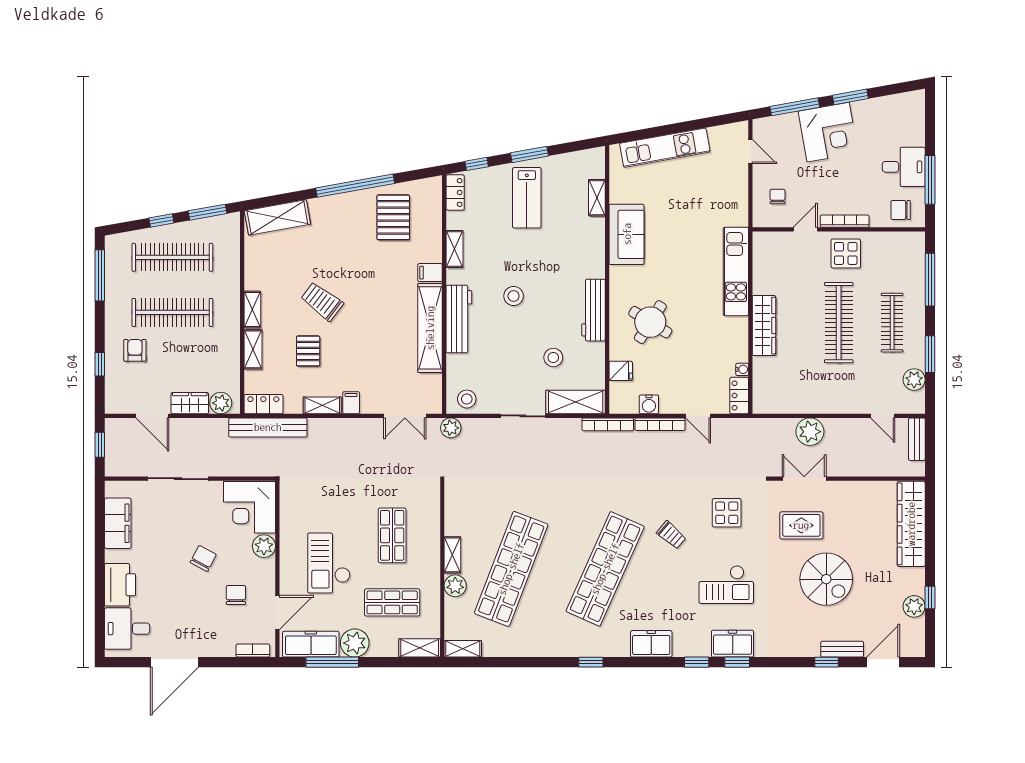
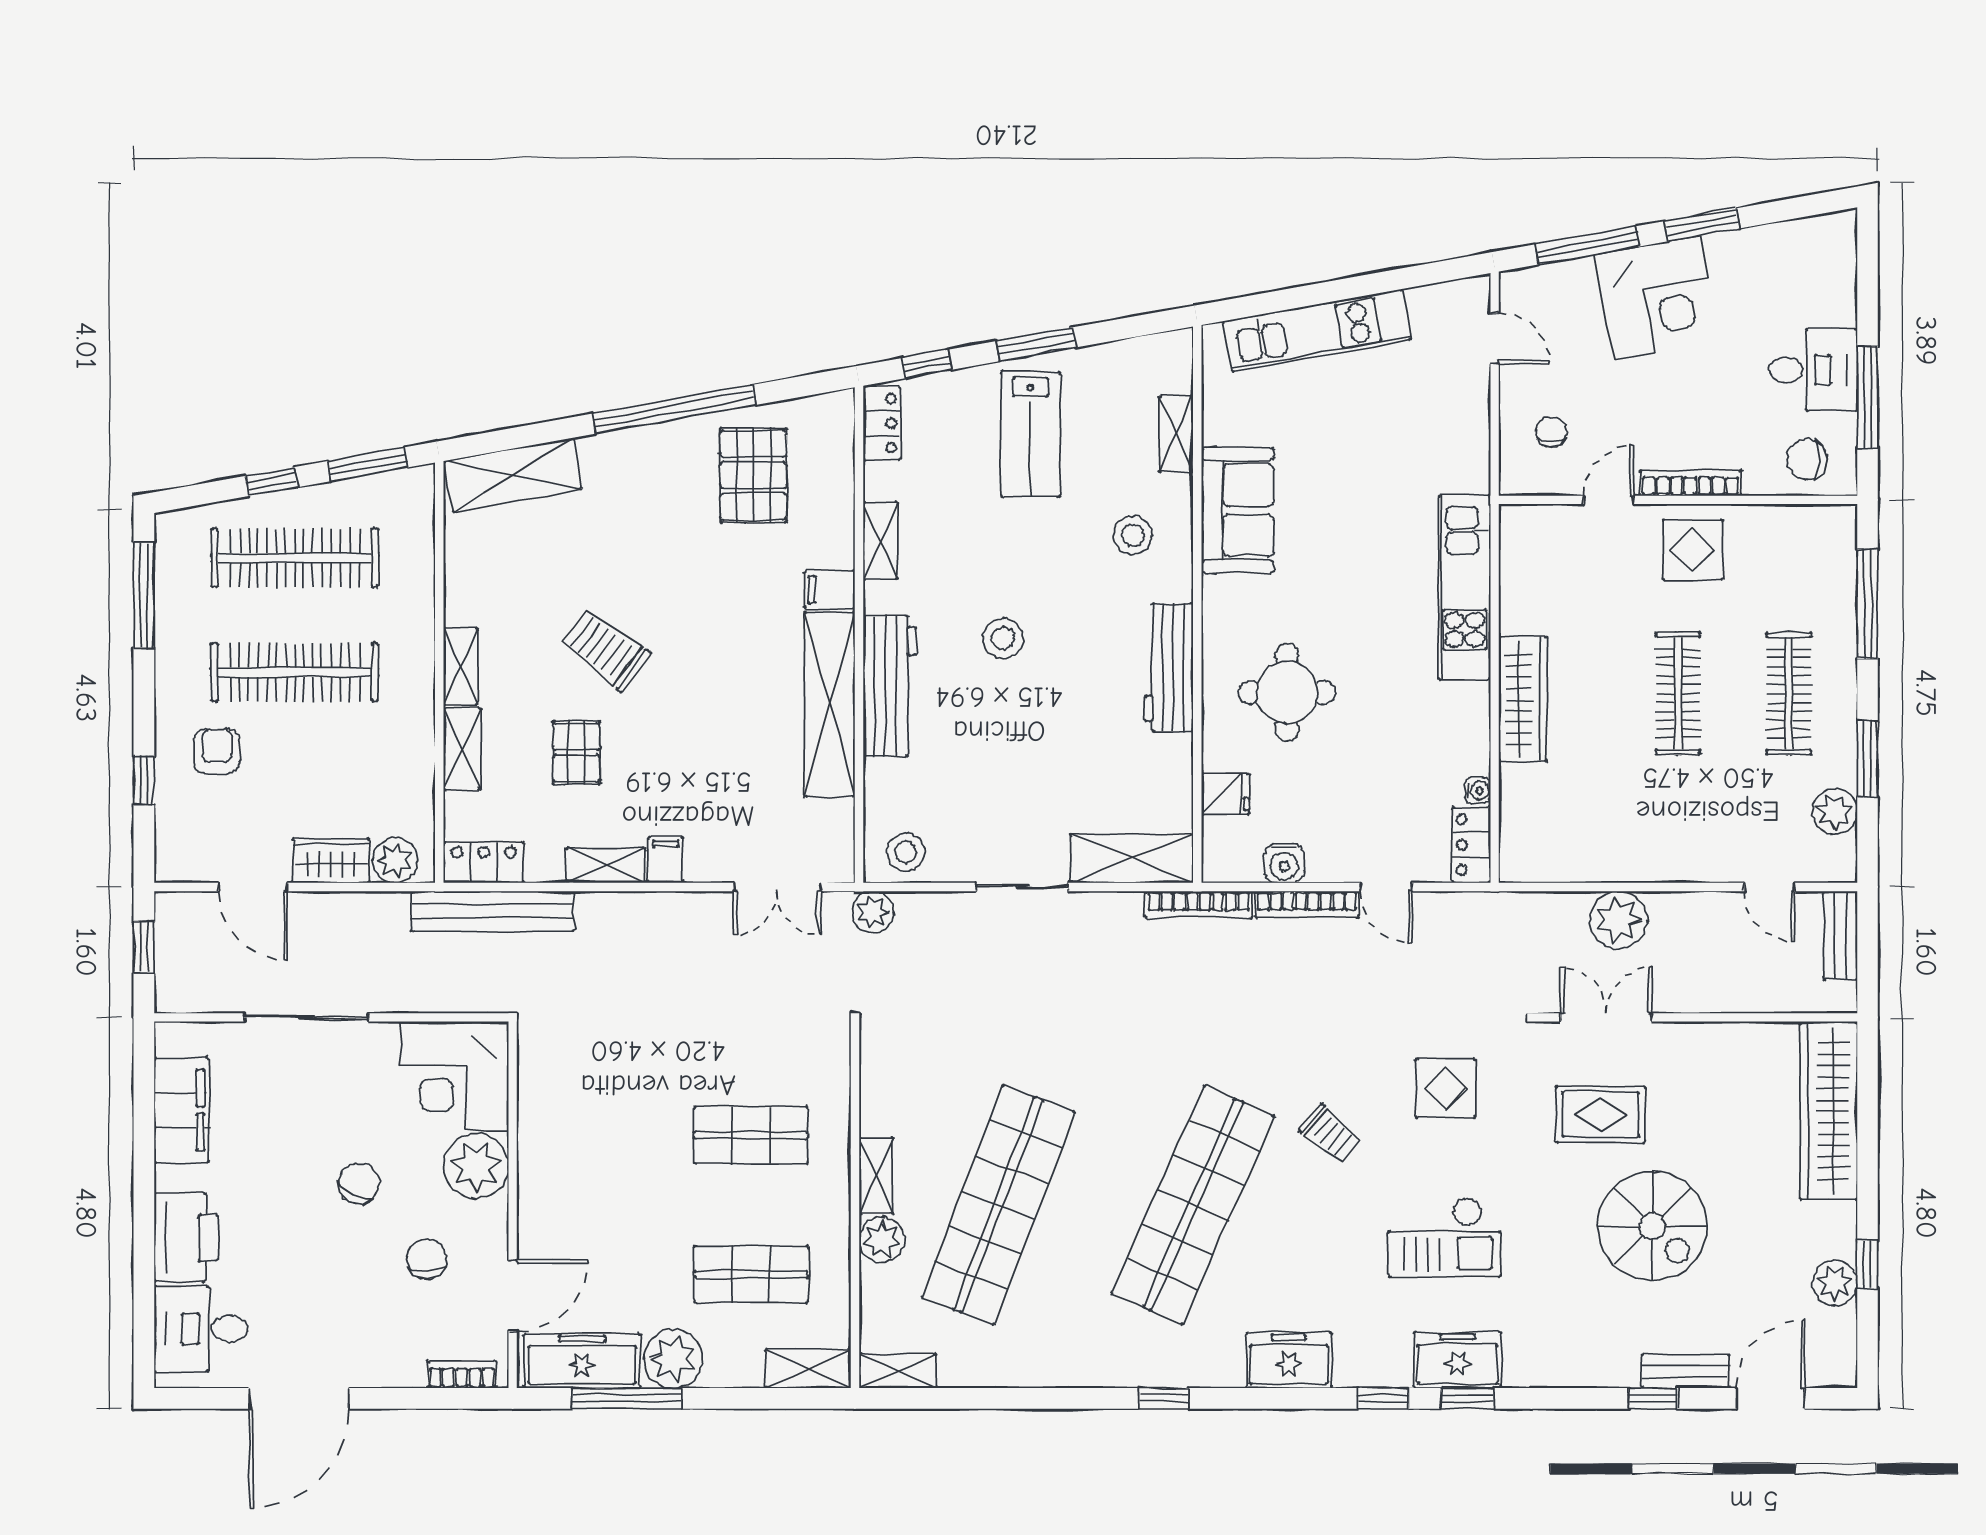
round table: (650, 322) -> (1287, 692), turned -32
clothes rail: (839, 323) -> (1678, 693), width x0.73, depth x0.76
stool: (553, 357) -> (1133, 535), moved
shop shelf: (392, 535) -> (751, 1135), turned 90
plant: (264, 546) -> (476, 1166), width x1.36, depth x1.36
checkout: (329, 563) -> (620, 1192), removed

